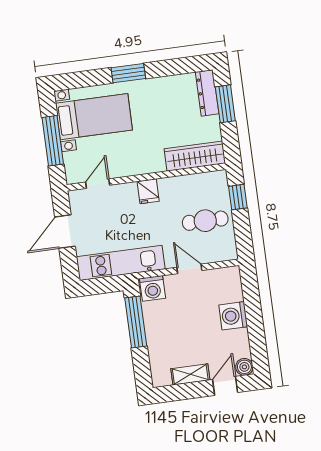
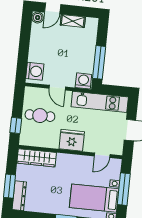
fridge: (148, 191) -> (72, 140), width x1.88, depth x1.34
washing machine: (233, 316) -> (35, 71), moved

